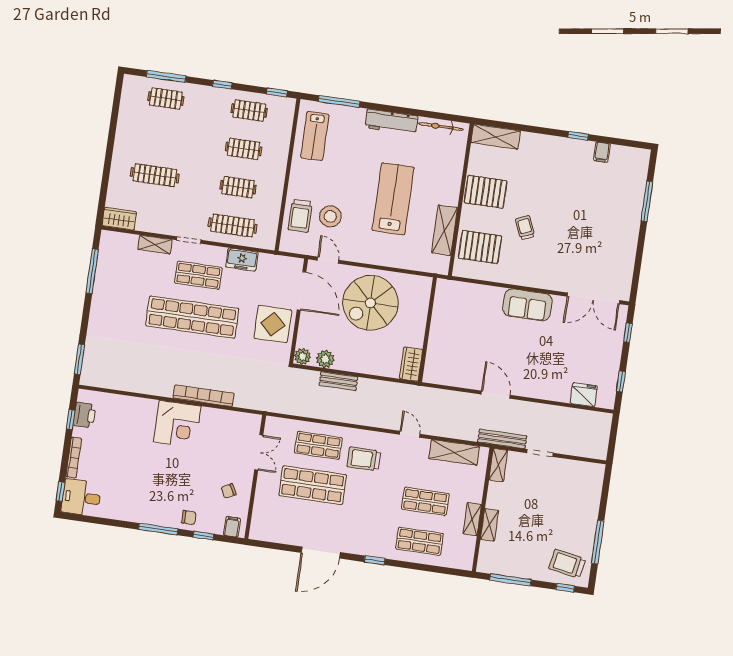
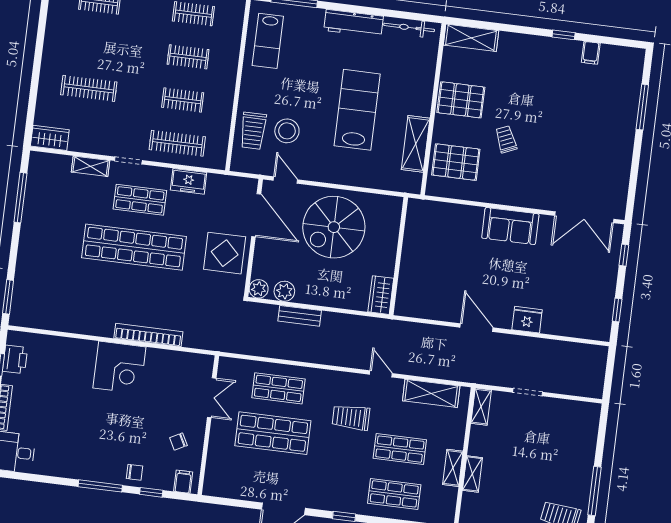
fridge: (584, 395) -> (527, 320), moved
bench: (502, 439) -> (485, 377), removed
trolley: (364, 459) -> (351, 417), moved

